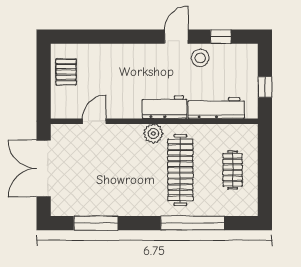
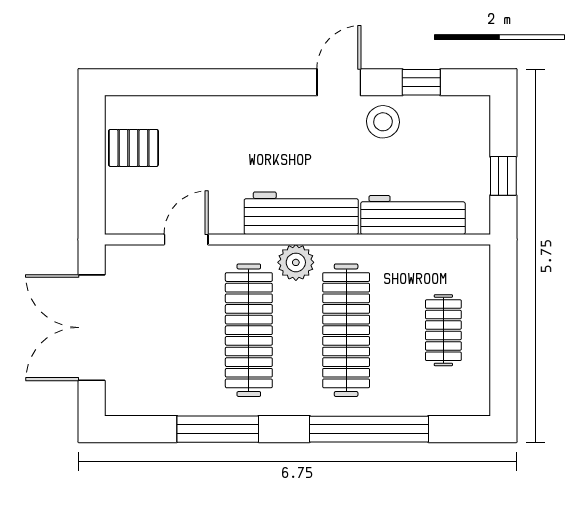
pallet: (66, 72) -> (133, 148), turned 90
workbench: (165, 107) -> (301, 213), width x1.38
clothes rail: (128, 170) -> (249, 330), added
window: (96, 223) -> (218, 429), moved

